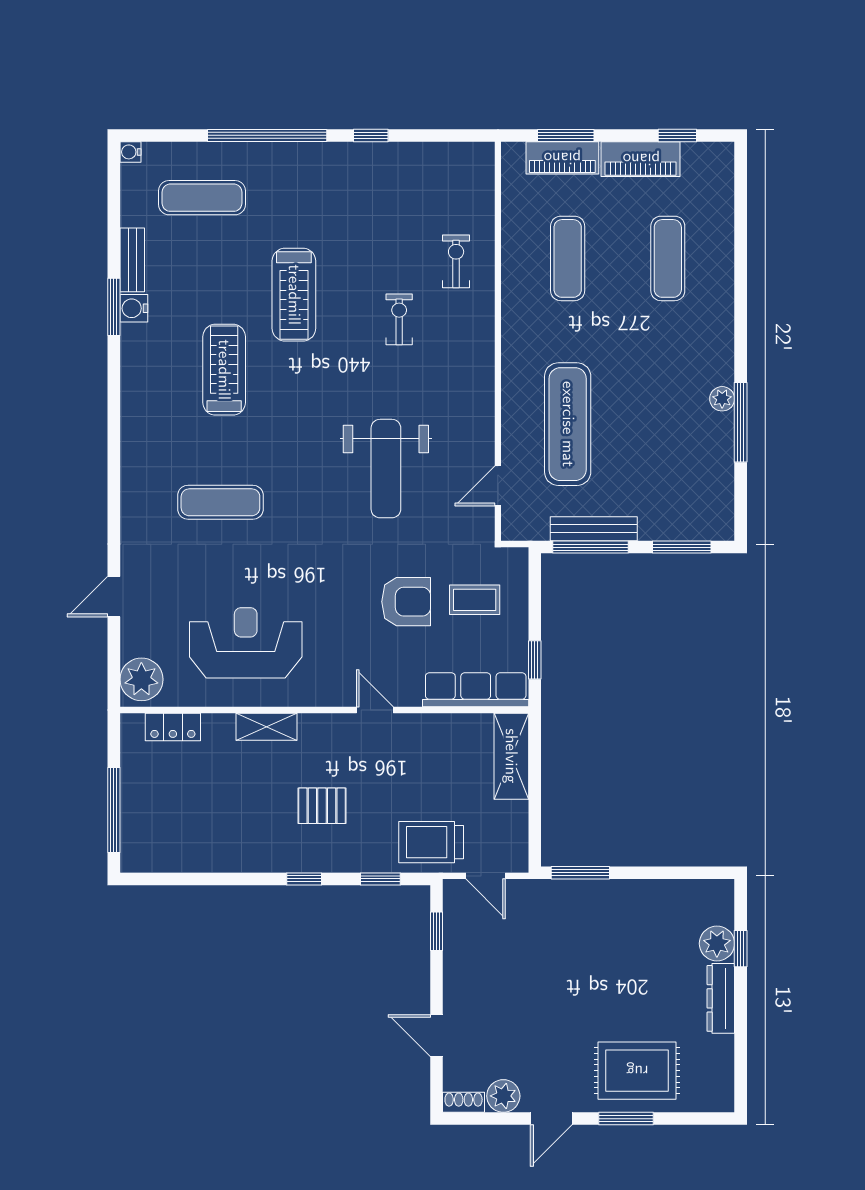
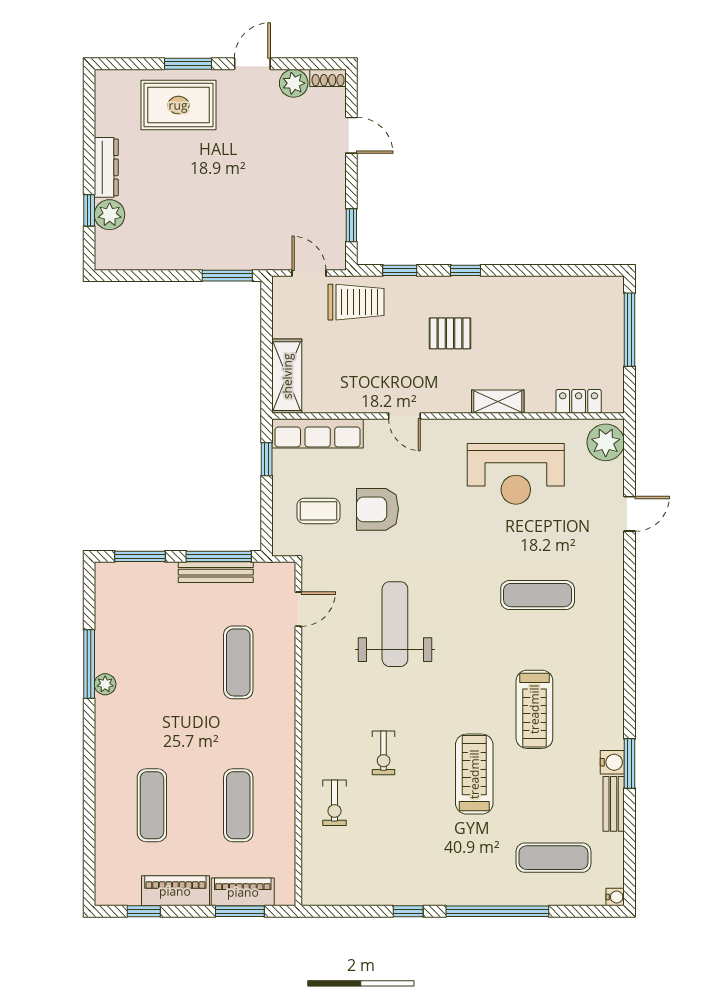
exercise mat: (568, 424) -> (238, 662), width x0.73, depth x0.69

